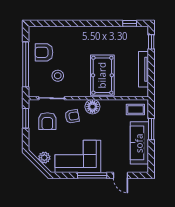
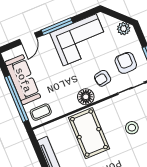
stool: (58, 76) -> (132, 128), moved
window: (151, 129) -> (16, 99), width x2.11
plant: (44, 158) -> (124, 29), moved
door: (121, 175) -> (28, 38), swing flipped

